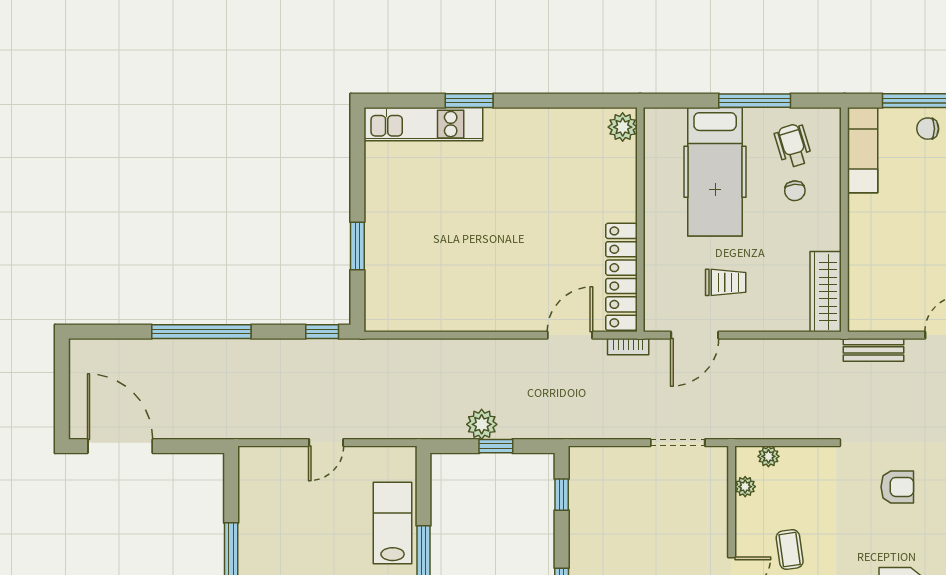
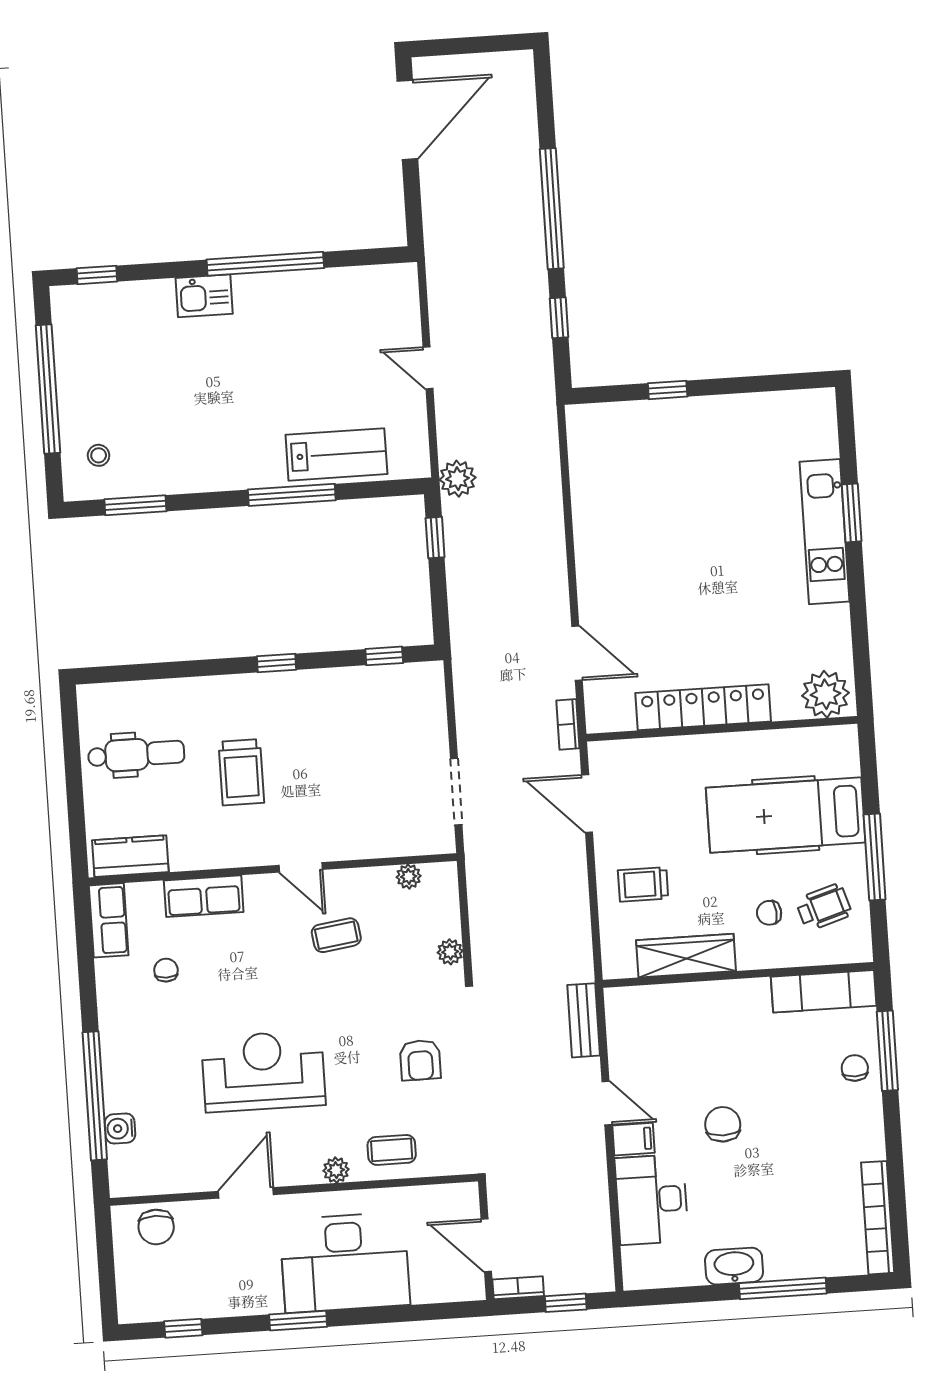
kitchen unit: (423, 124) -> (825, 532), moved
plant: (623, 127) -> (825, 694), width x1.36, depth x1.36
window: (357, 246) -> (668, 390), width x0.67
locker: (621, 277) -> (703, 707), moved
trolley: (726, 282) -> (643, 884), moved, turned 90
wardrobe: (826, 292) -> (686, 956), moved
window: (322, 332) -> (559, 318), moved
plant: (482, 424) -> (458, 479), moved
window: (496, 446) -> (435, 538), moved
plant: (768, 456) -> (450, 952), moved

